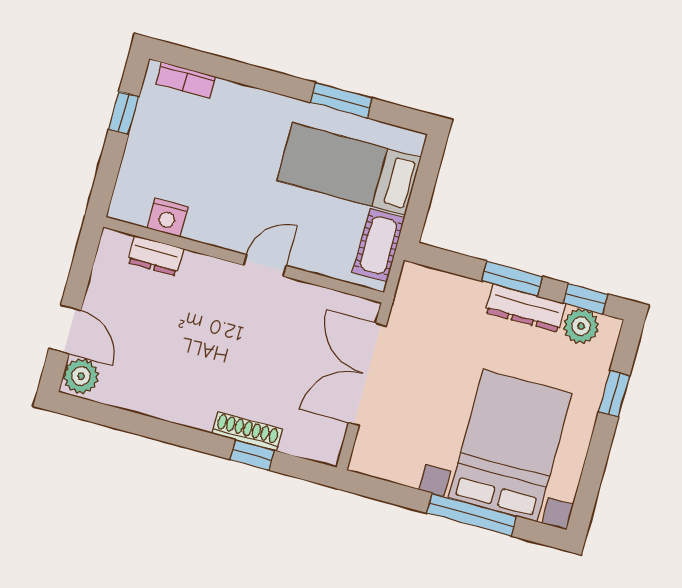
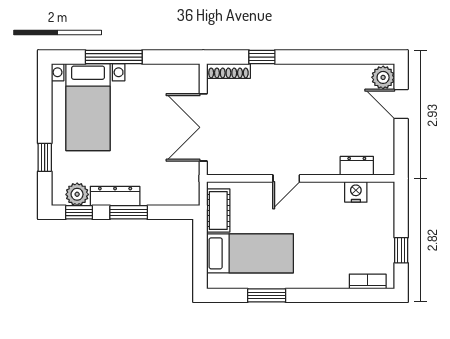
double door: (367, 374) -> (203, 127), swing flipped
shoe rack: (247, 431) -> (228, 71), moved
bed with nightstands: (510, 445) -> (88, 107), width x0.73

